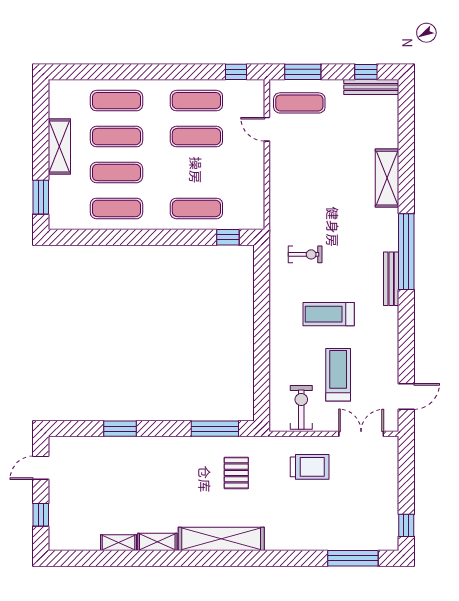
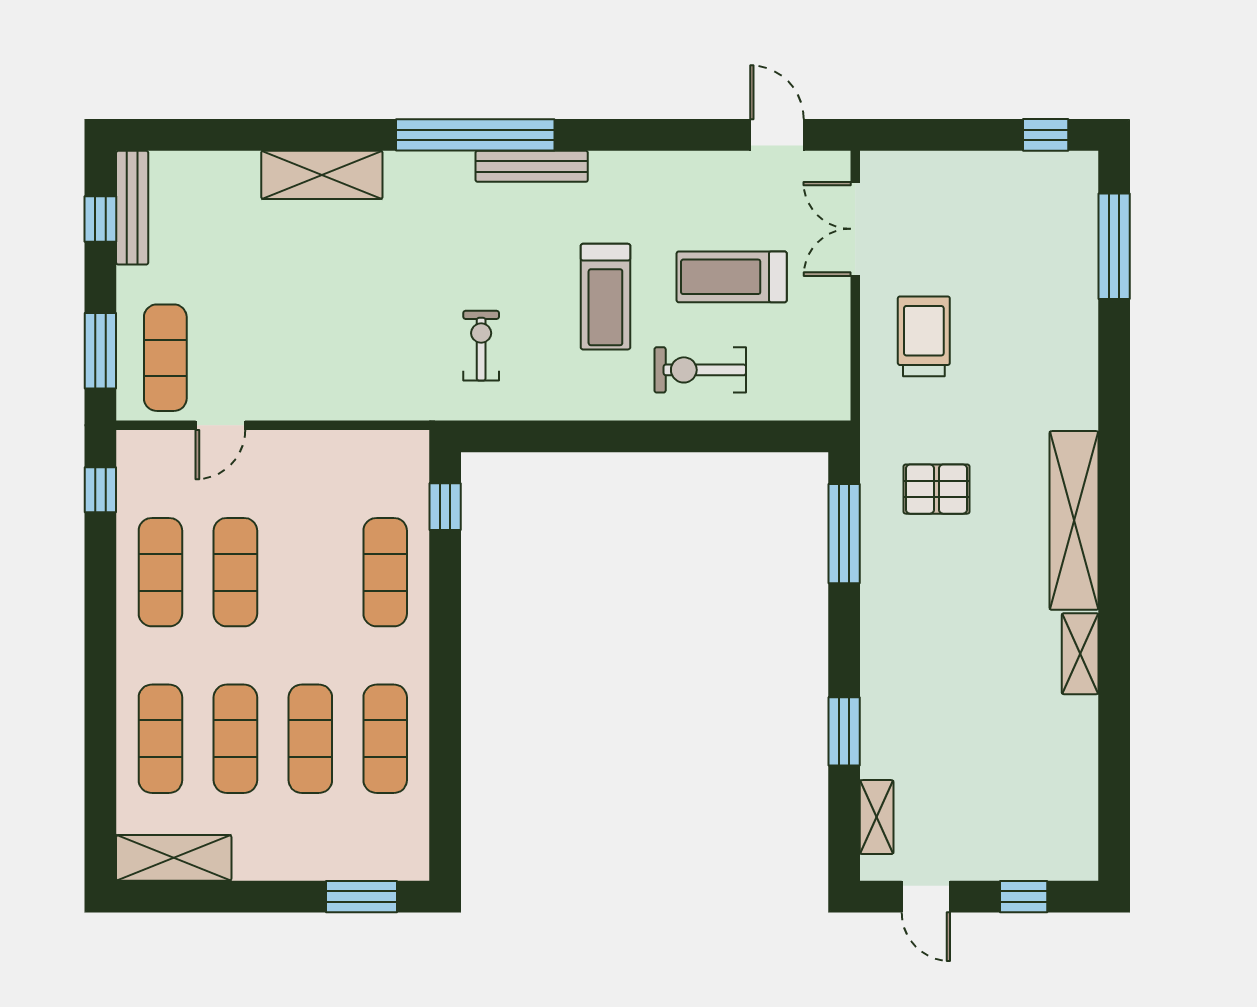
shelving: (59, 146) -> (174, 858), moved
exercise bike: (301, 407) -> (700, 370), moved
shelving: (118, 543) -> (877, 817), moved

